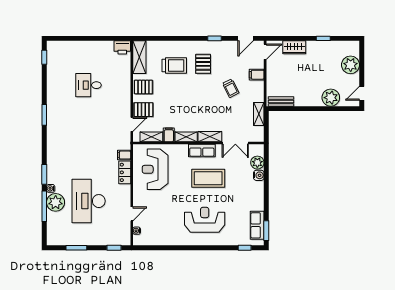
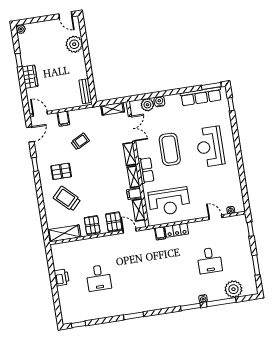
door: (246, 38) -> (30, 134), hinge flipped
printer: (122, 47) -> (62, 277), moved
wardrobe: (294, 47) -> (30, 77), moved
trolley: (174, 65) -> (67, 199), turned -46
plant: (351, 65) -> (21, 29), moved, width x0.53, depth x0.53
shelving: (259, 114) -> (113, 109), moved
row of seats: (202, 151) -> (146, 170), moved
desk: (89, 201) -> (209, 260), width x0.53, depth x0.77
plant: (56, 202) -> (233, 289), moved
row of seats: (257, 225) -> (201, 96), width x1.48

